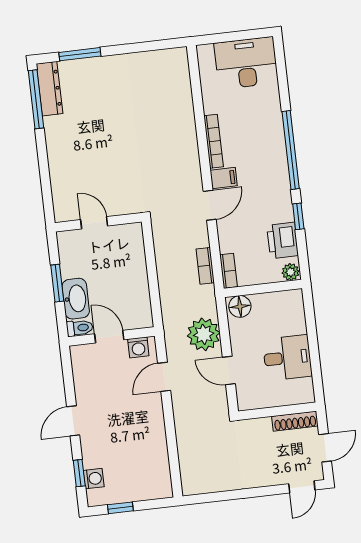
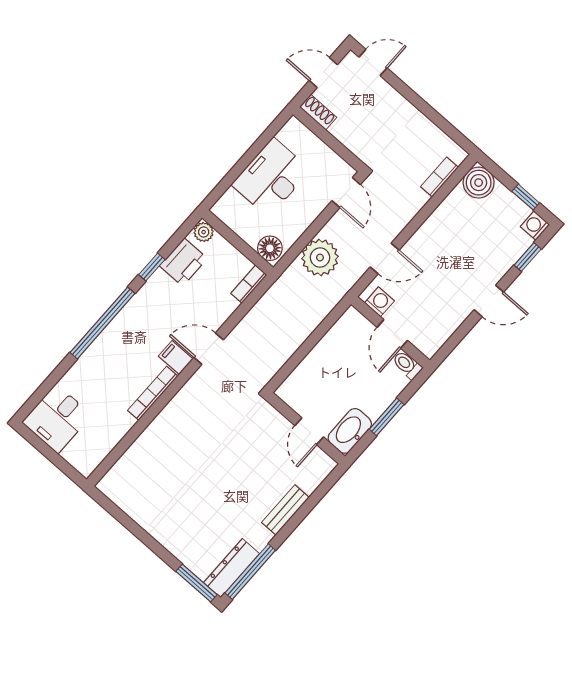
window: (80, 54) -> (196, 583), moved
desk: (246, 63) -> (57, 419), width x0.73
bench: (56, 160) -> (285, 510), added
bookcase: (205, 266) -> (440, 177), moved, turned 180
washbasin: (76, 299) -> (350, 431), moved
desk: (287, 358) -> (271, 177), width x1.37
door: (229, 370) -> (346, 193), moved
shoe rack: (295, 421) -> (318, 112), width x0.70
washing machine: (94, 479) -> (535, 226), moved
boiler: (158, 485) -> (479, 183), added

